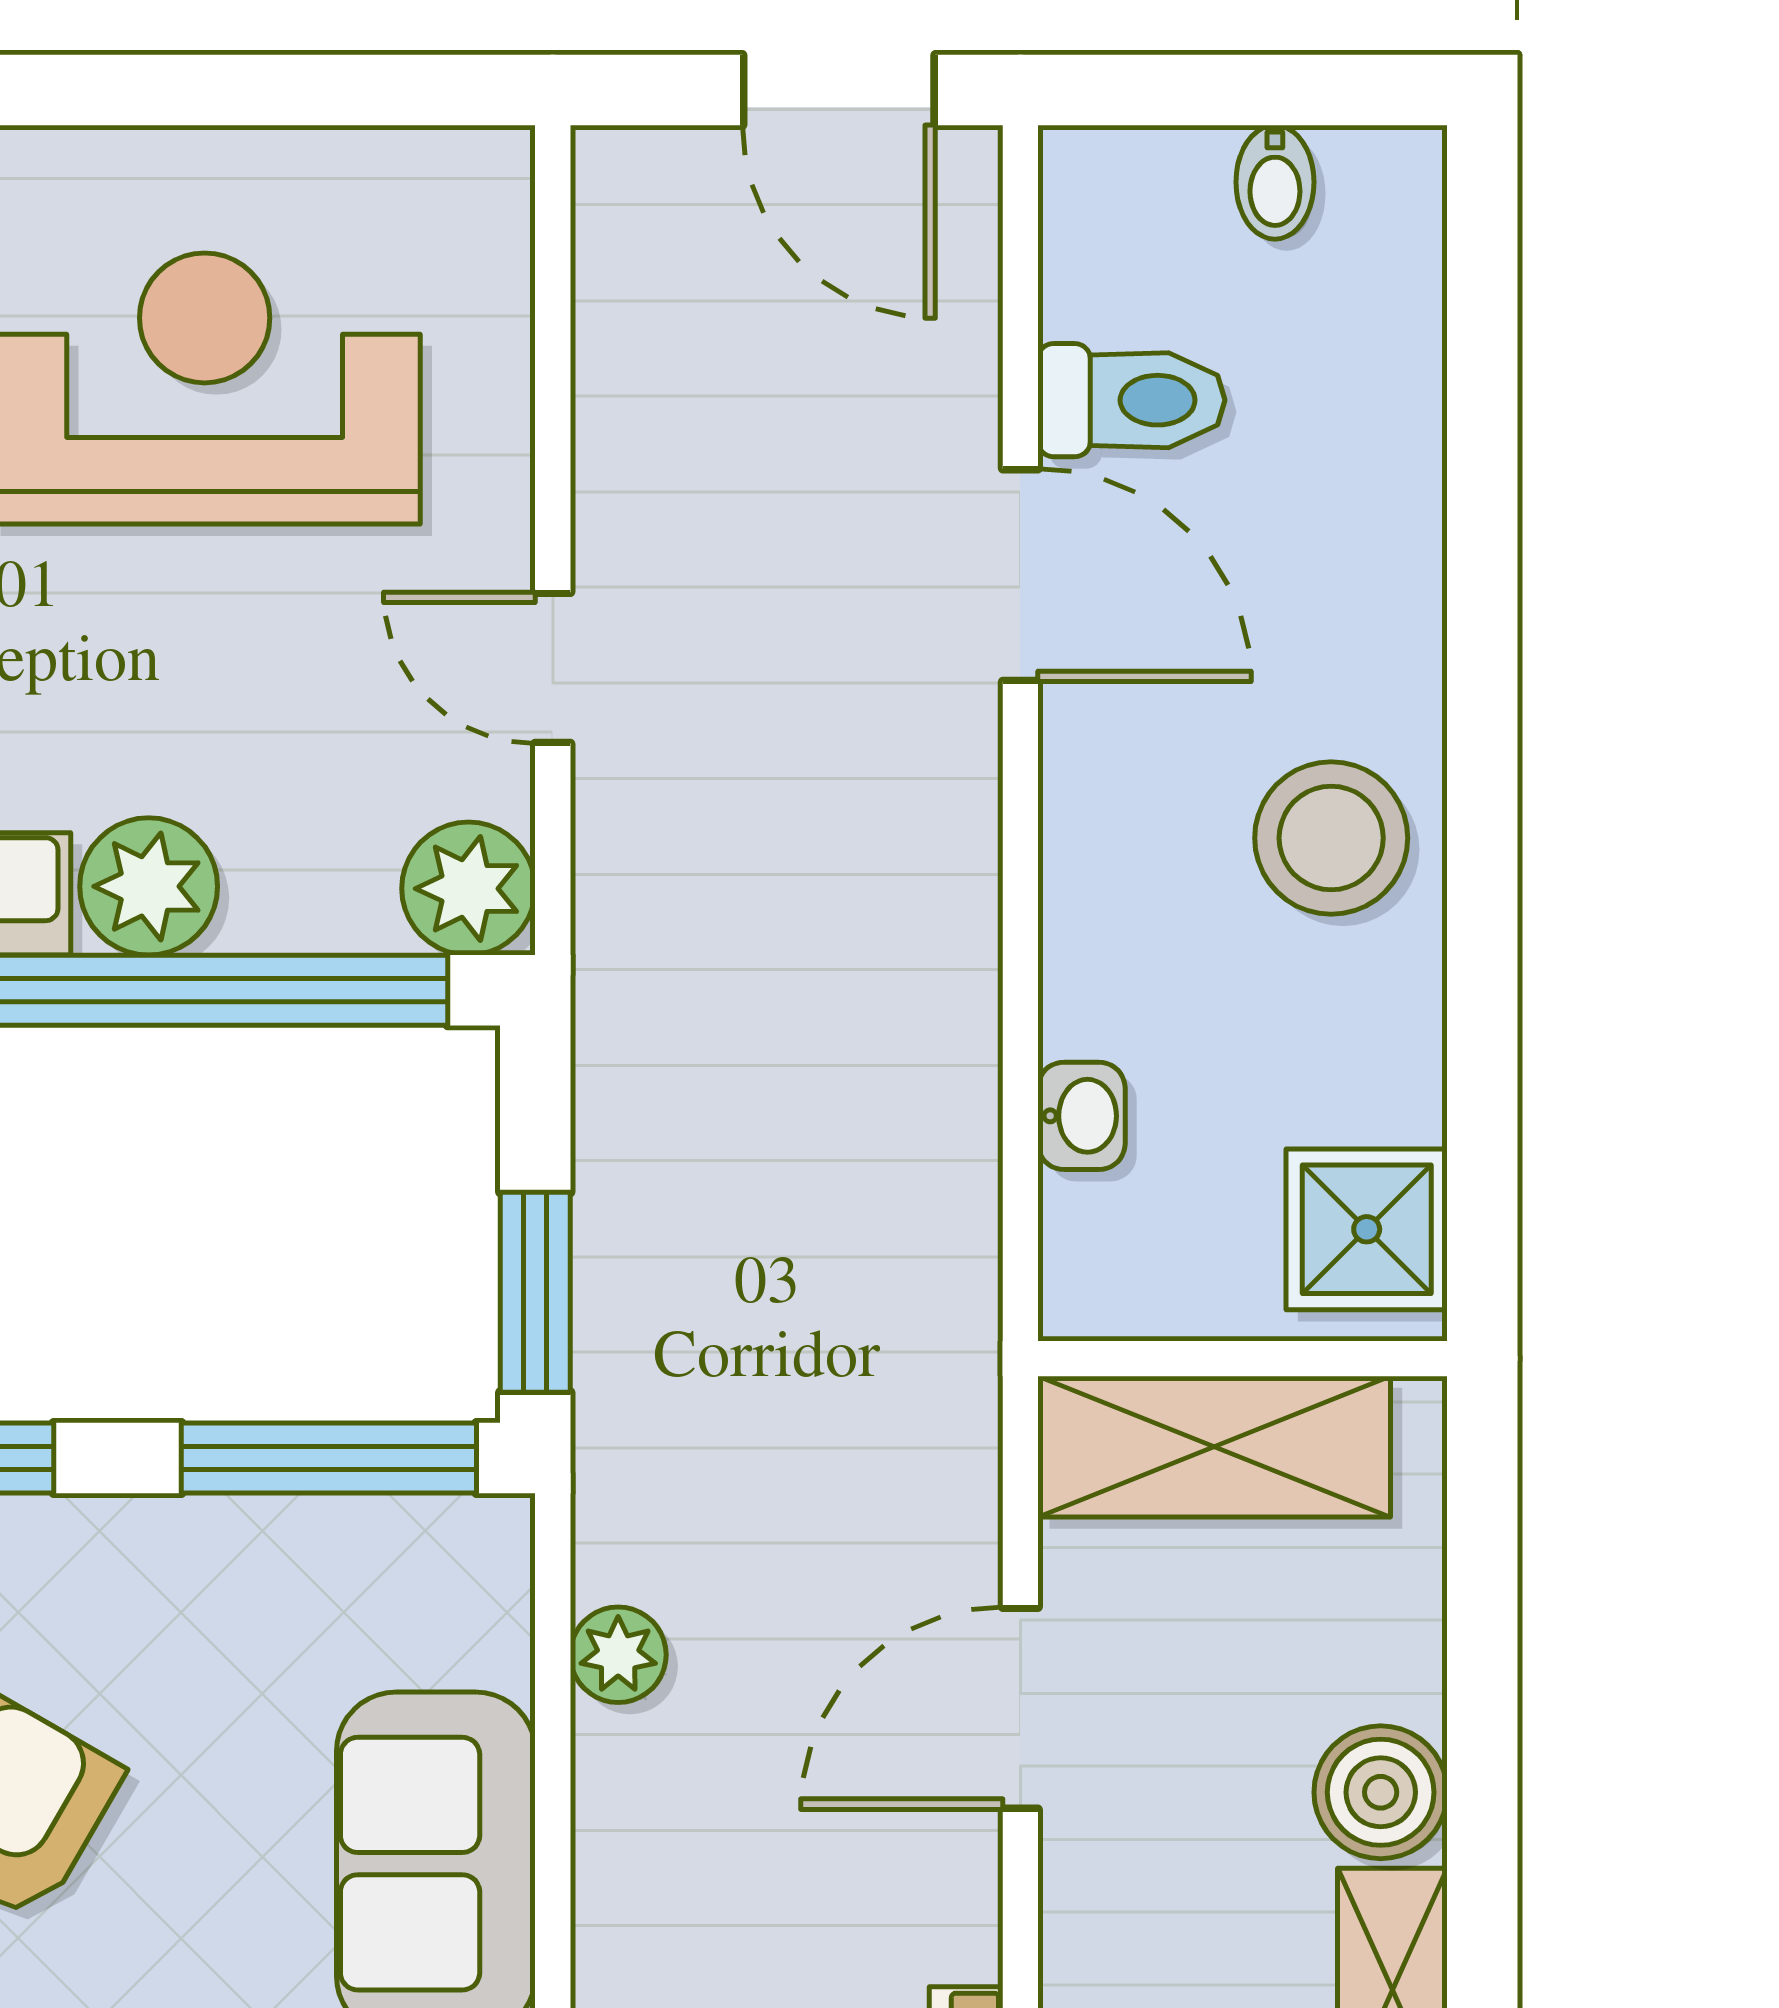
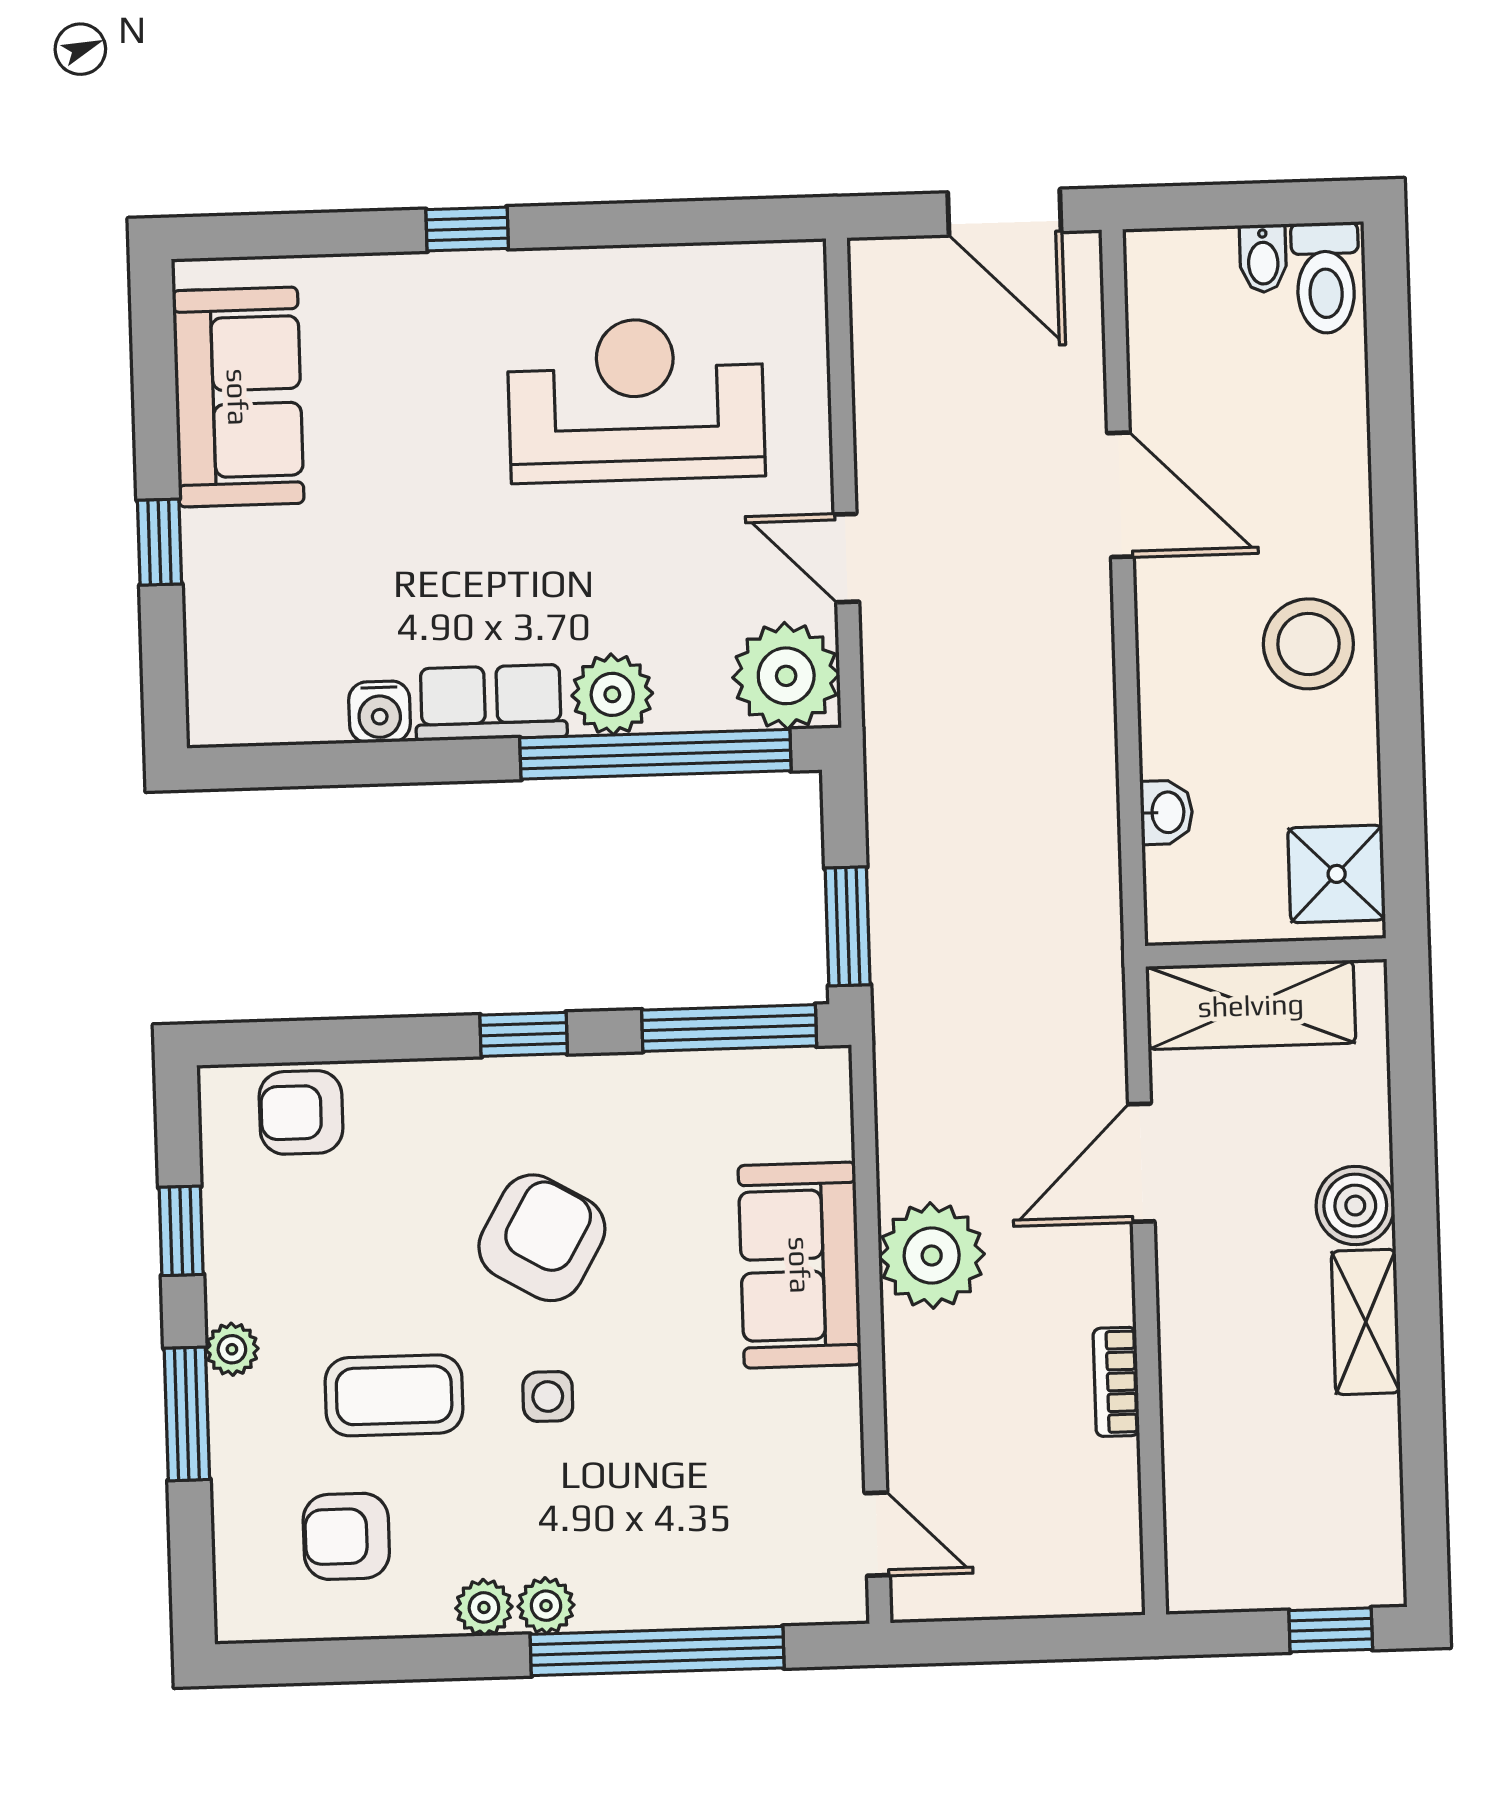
toilet: (1131, 400) -> (1326, 278), moved, turned 90
plant: (469, 889) -> (786, 676), width x1.36, depth x1.36
plant: (618, 1655) -> (932, 1256), moved, width x1.87, depth x1.87

